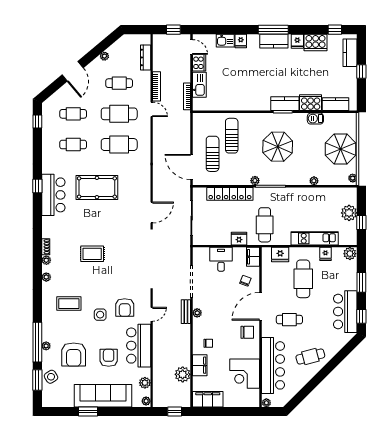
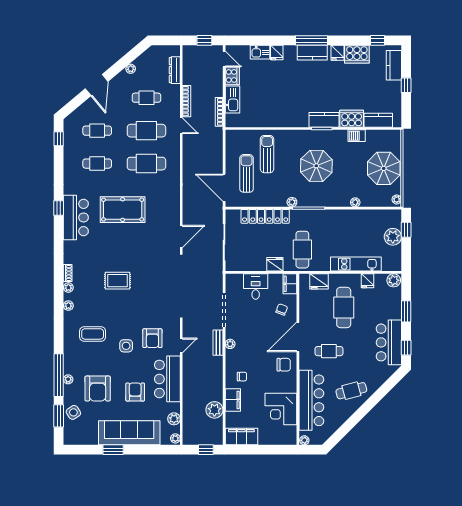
window: (361, 222) -> (406, 230), moved

